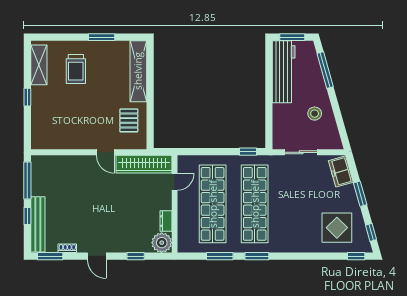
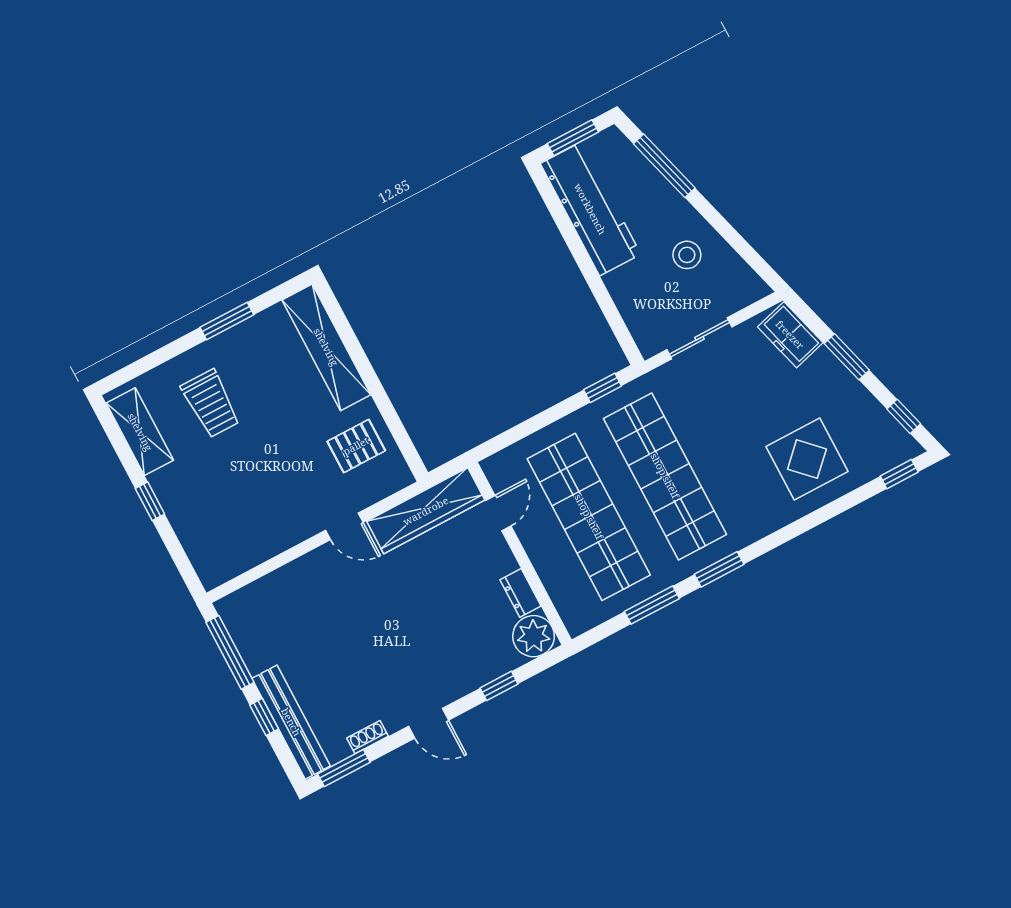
pallet: (129, 120) -> (356, 446), turned 90
display table: (337, 228) -> (807, 459), moved

